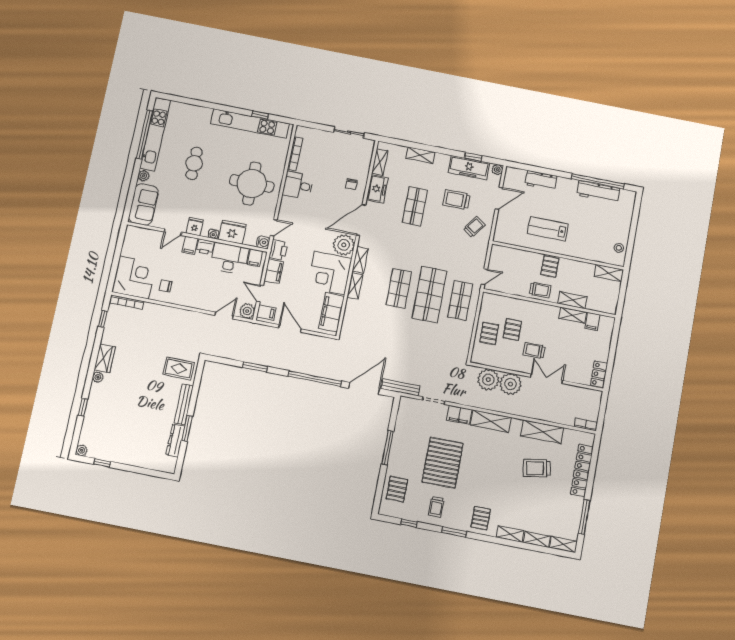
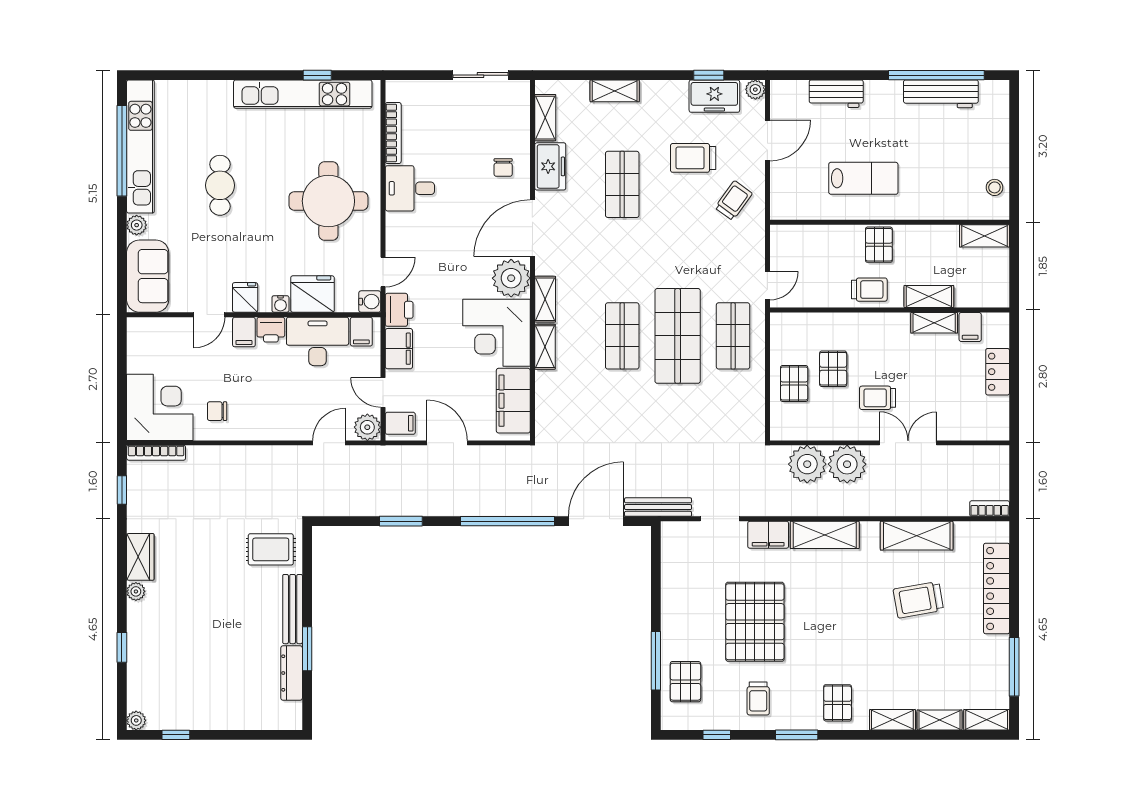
freezer: (469, 168) -> (714, 96), width x0.71
lab bench: (548, 229) -> (863, 178), turned 180
locker: (599, 374) -> (998, 372), moved
window: (388, 448) -> (656, 661), moved

